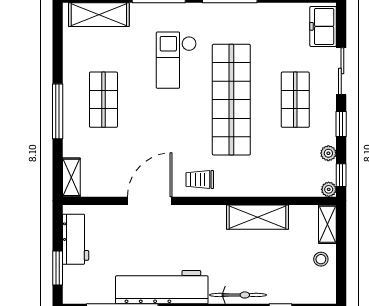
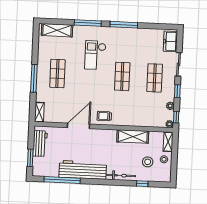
shop shelf: (231, 100) -> (122, 76), width x0.50, depth x0.74
stool: (289, 266) -> (148, 162), added

